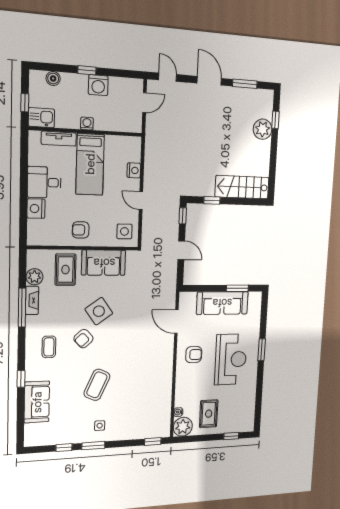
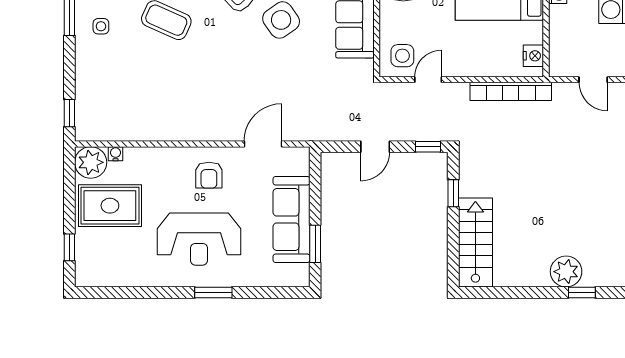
bookcase: (150, 160) -> (511, 91), added
nightstand: (134, 170) -> (533, 56), moved, turned -90
door: (141, 201) -> (428, 80), moved
rug: (209, 414) -> (110, 206), width x1.36, depth x1.43

